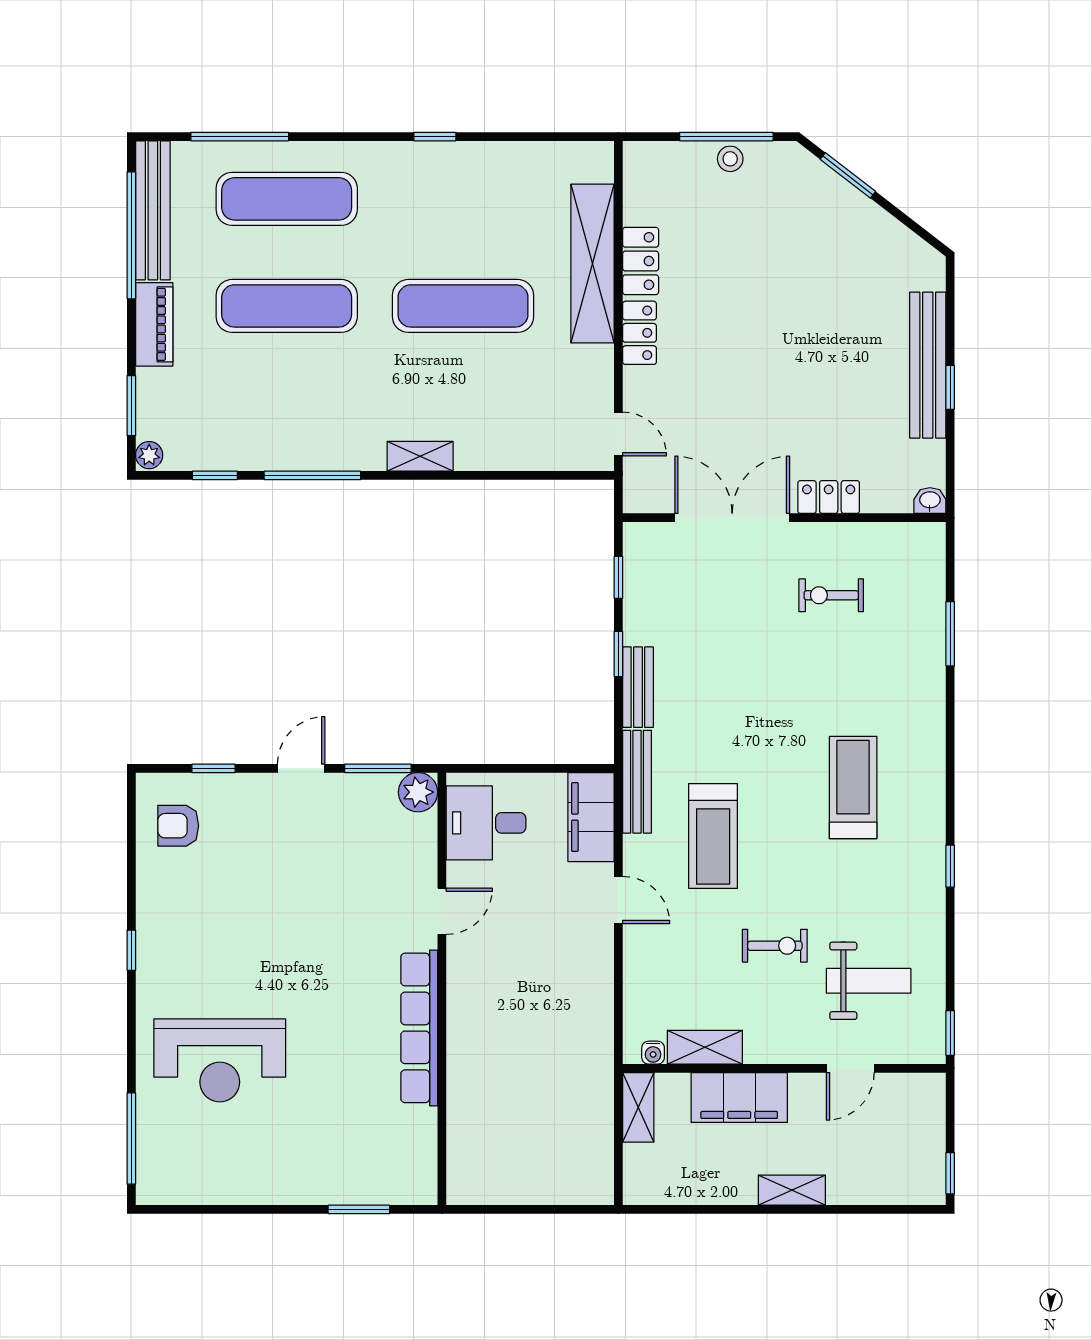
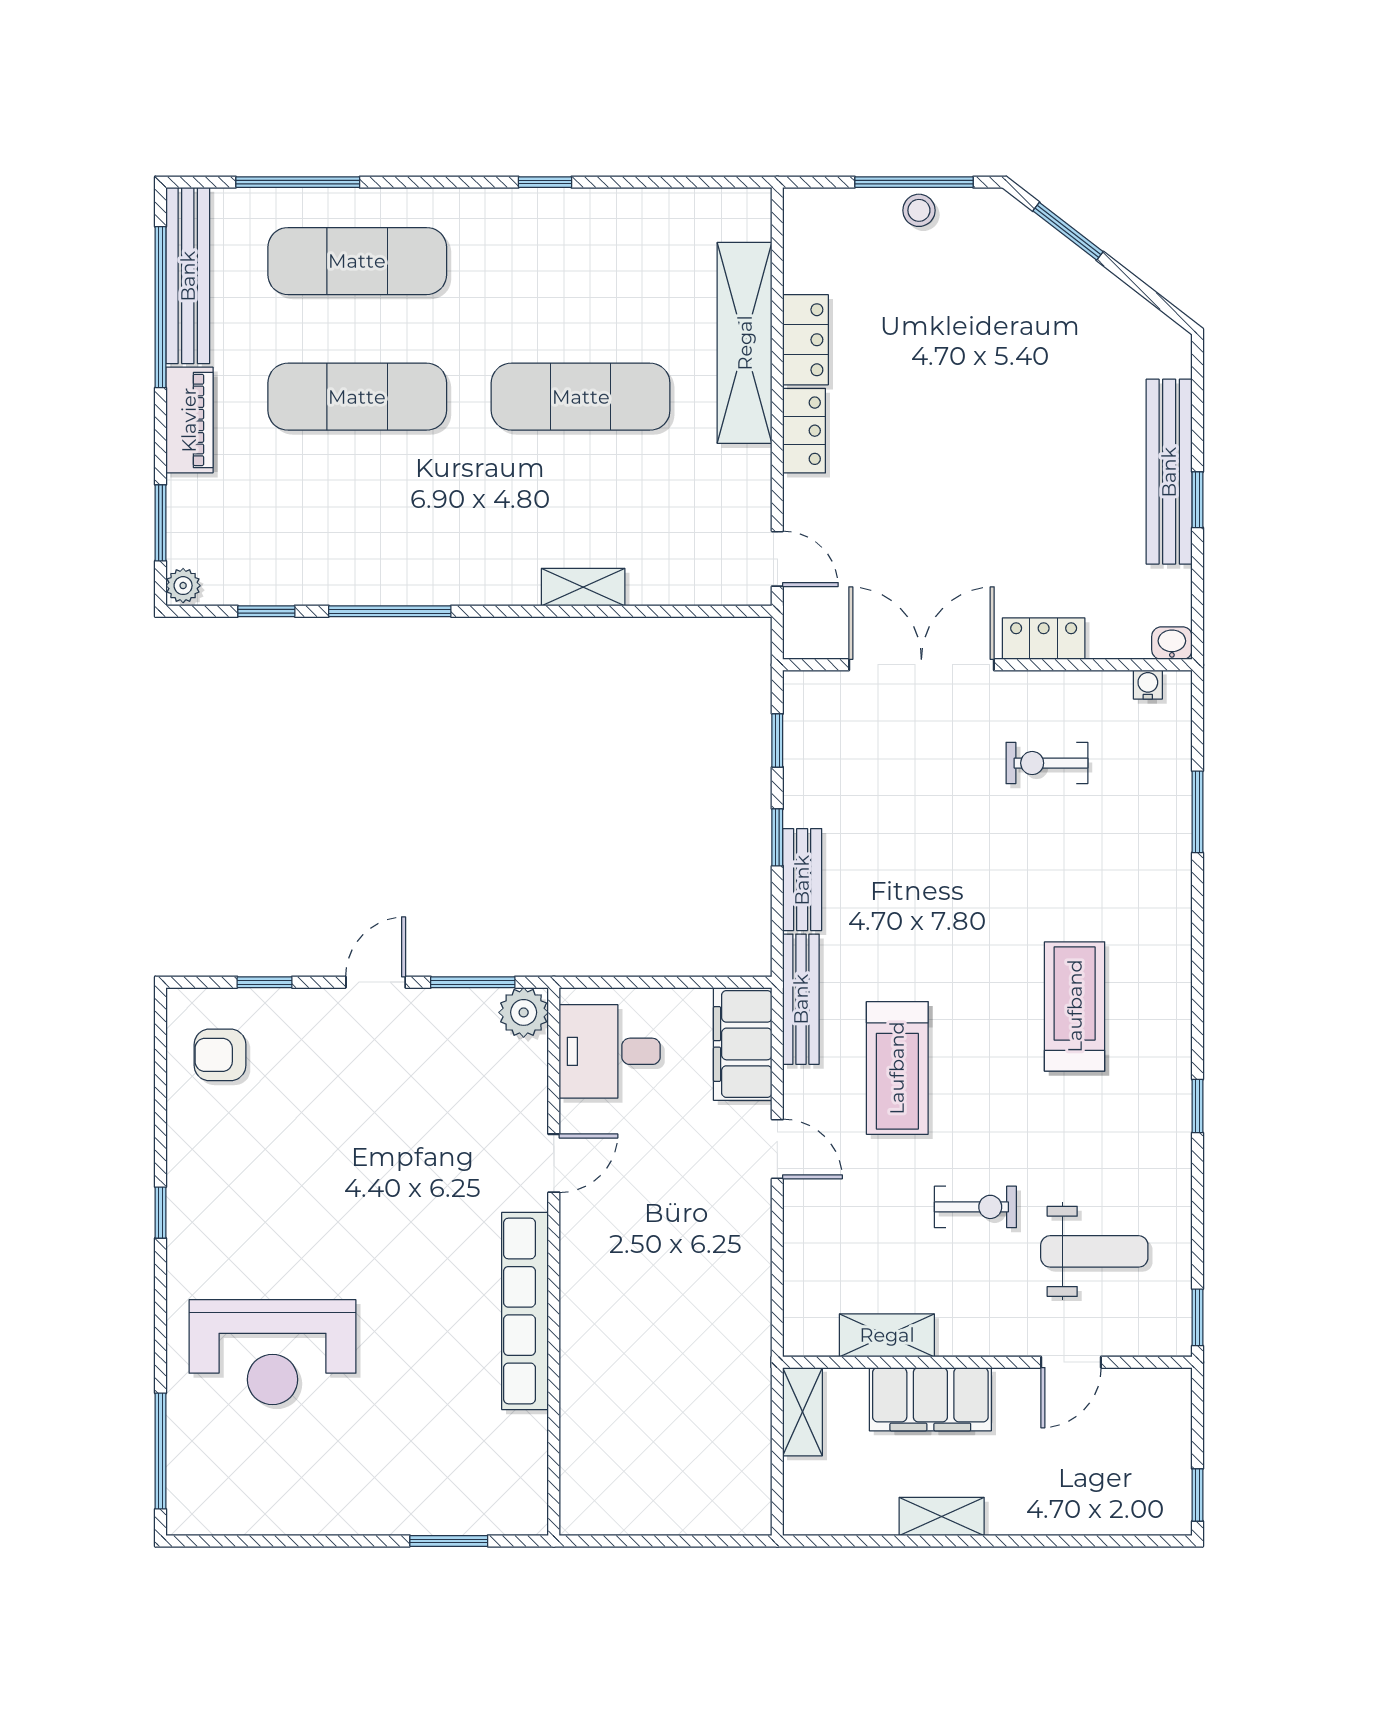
shelving: (420, 456) -> (583, 587), moved
water cooler: (653, 1053) -> (1148, 685), moved, turned 180
shelving: (792, 1190) -> (942, 1516), moved

